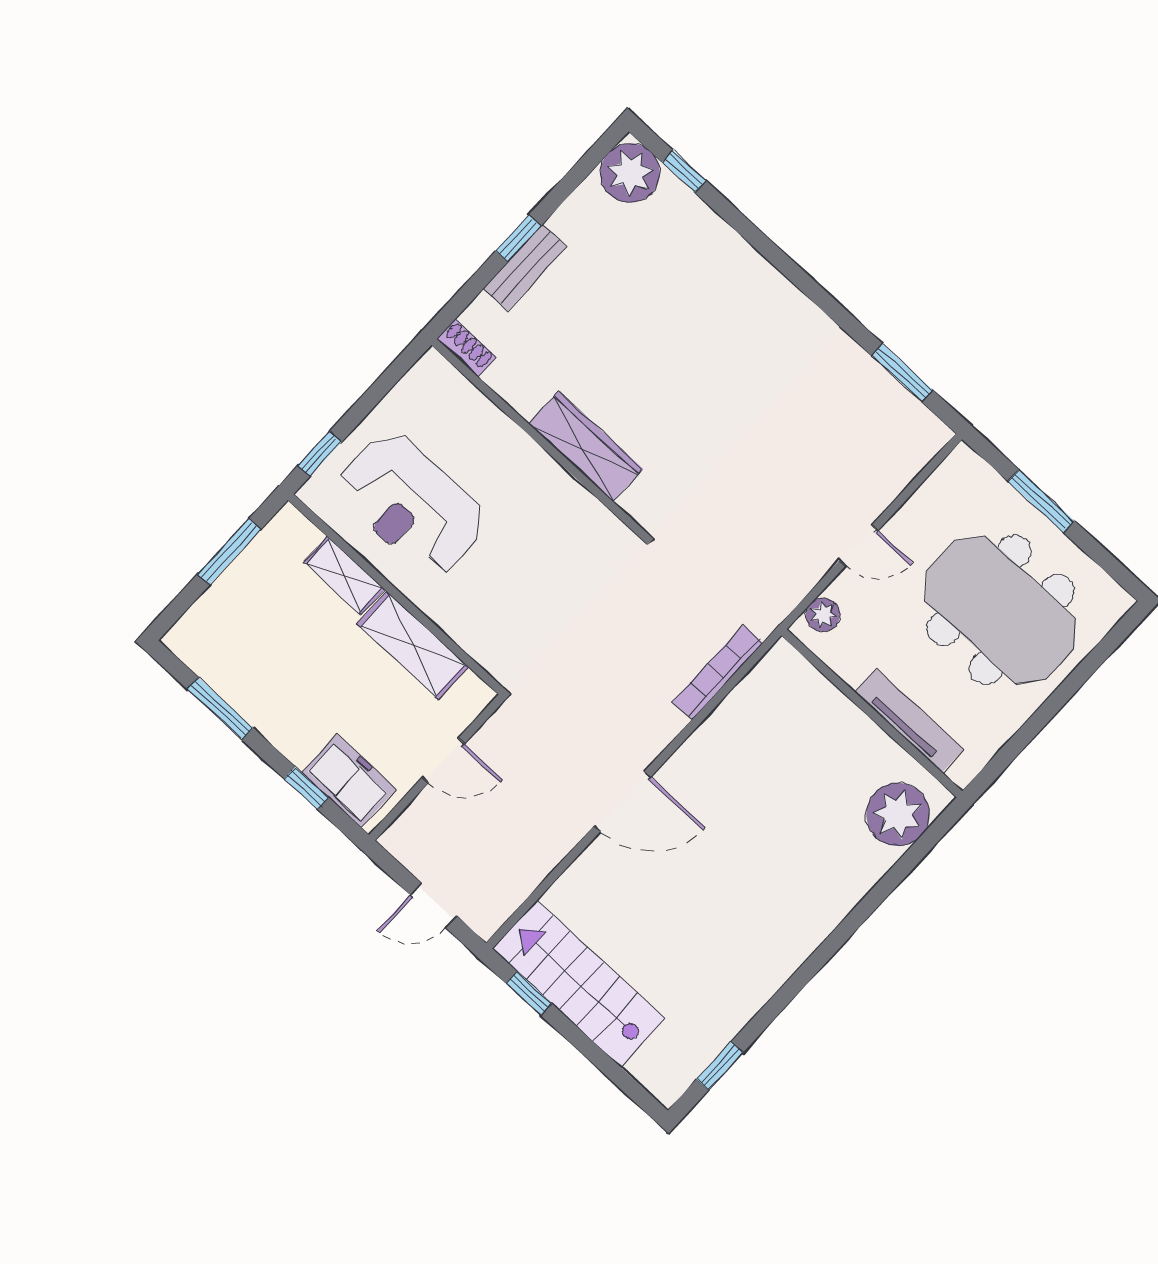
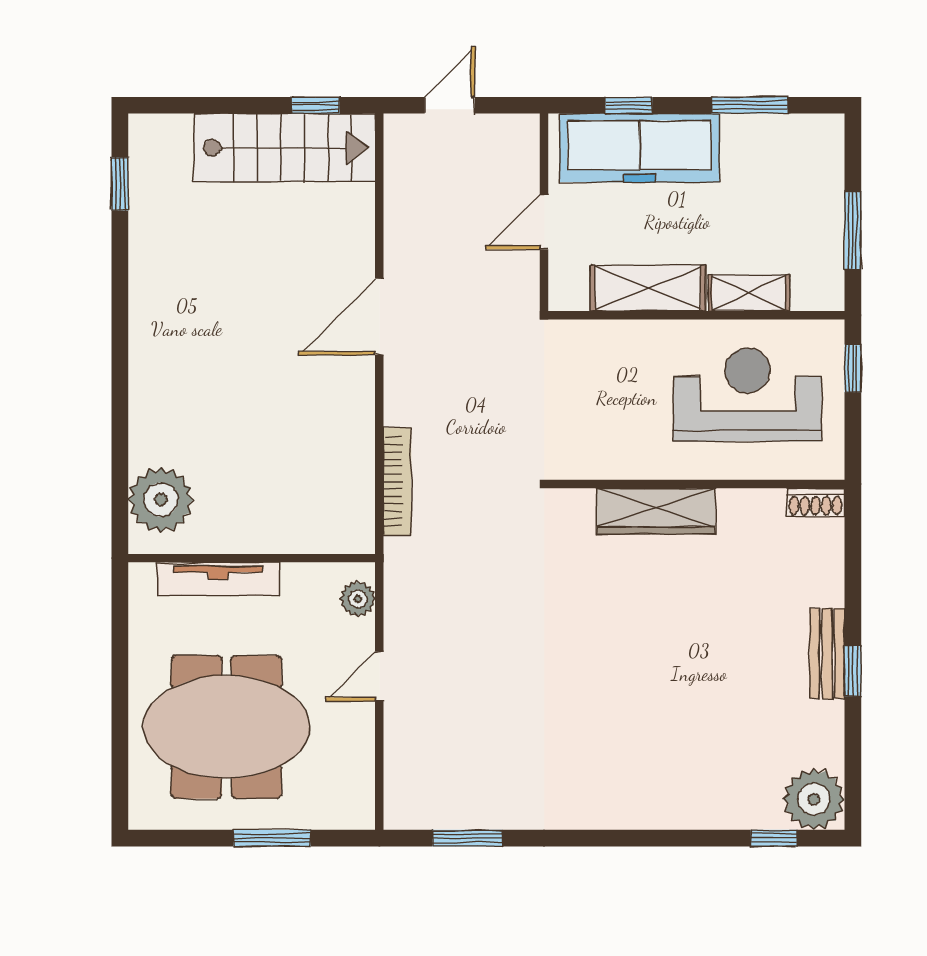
shoe rack: (467, 348) -> (815, 502), moved
wall: (539, 439) -> (696, 484), moved
wardrobe: (586, 446) -> (656, 511), moved
freezer: (349, 781) -> (640, 148), width x1.91, depth x1.26

